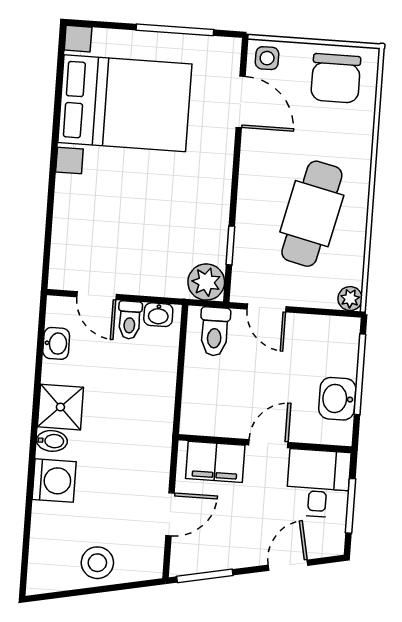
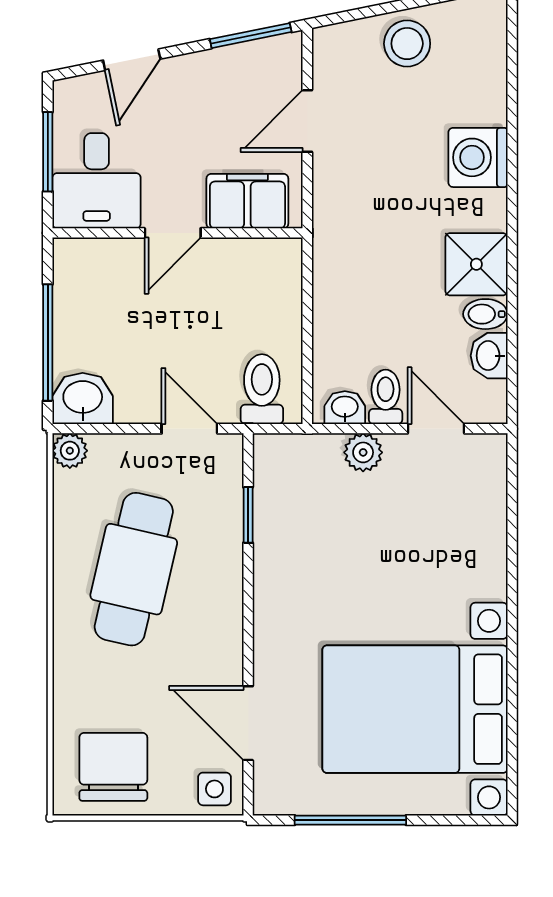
plant: (206, 282) -> (363, 452), moved, width x0.73, depth x0.73
washbasin: (337, 399) -> (83, 398), moved, turned -90
bidet: (52, 441) -> (485, 314), moved

